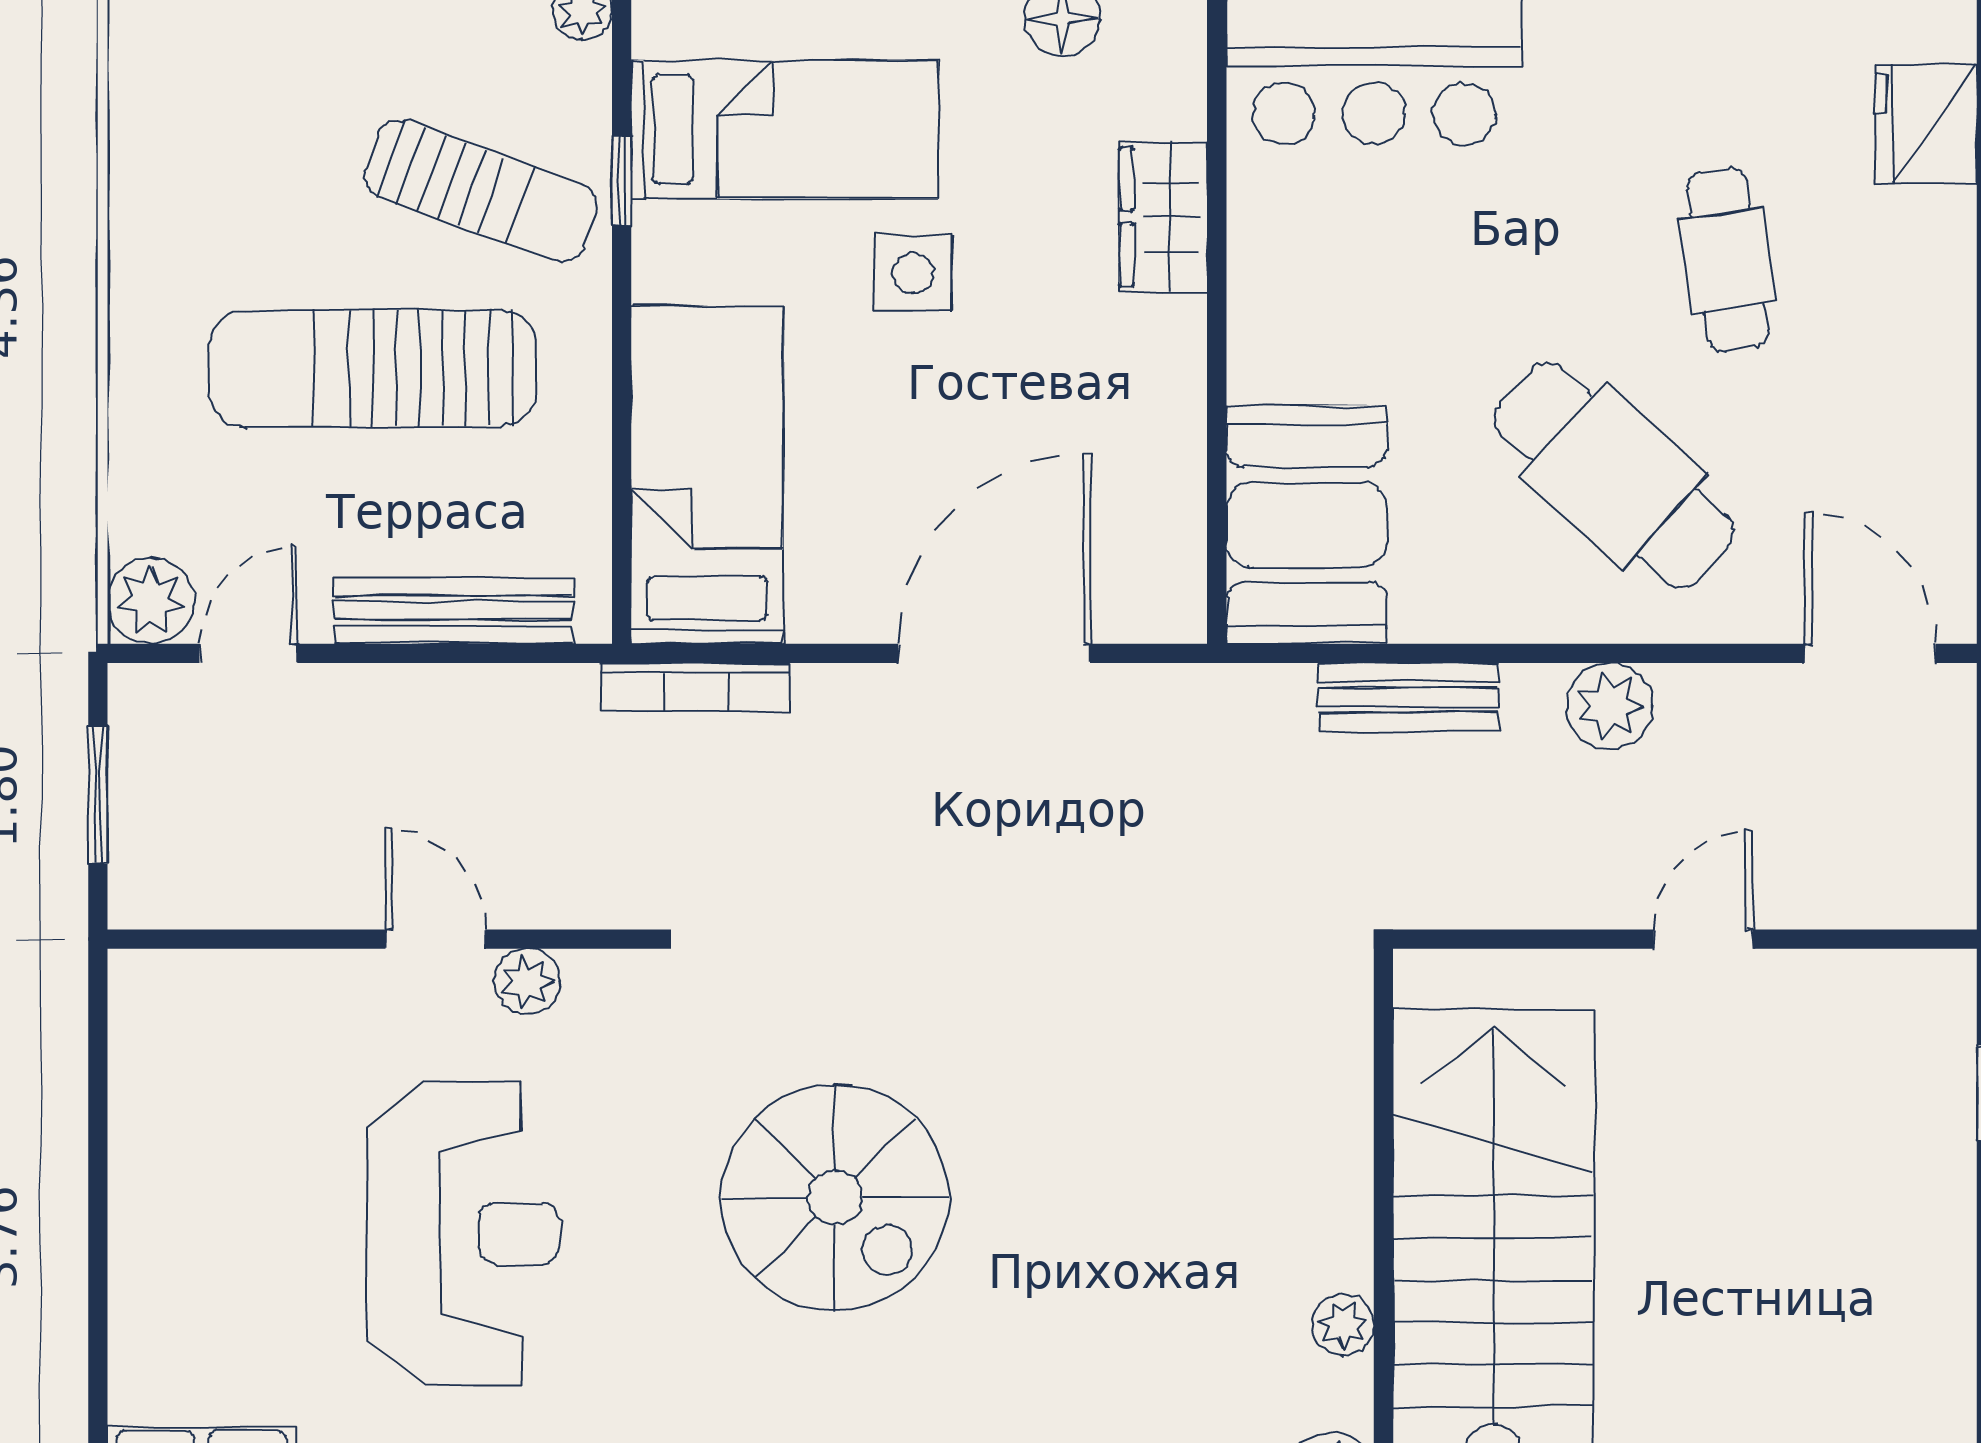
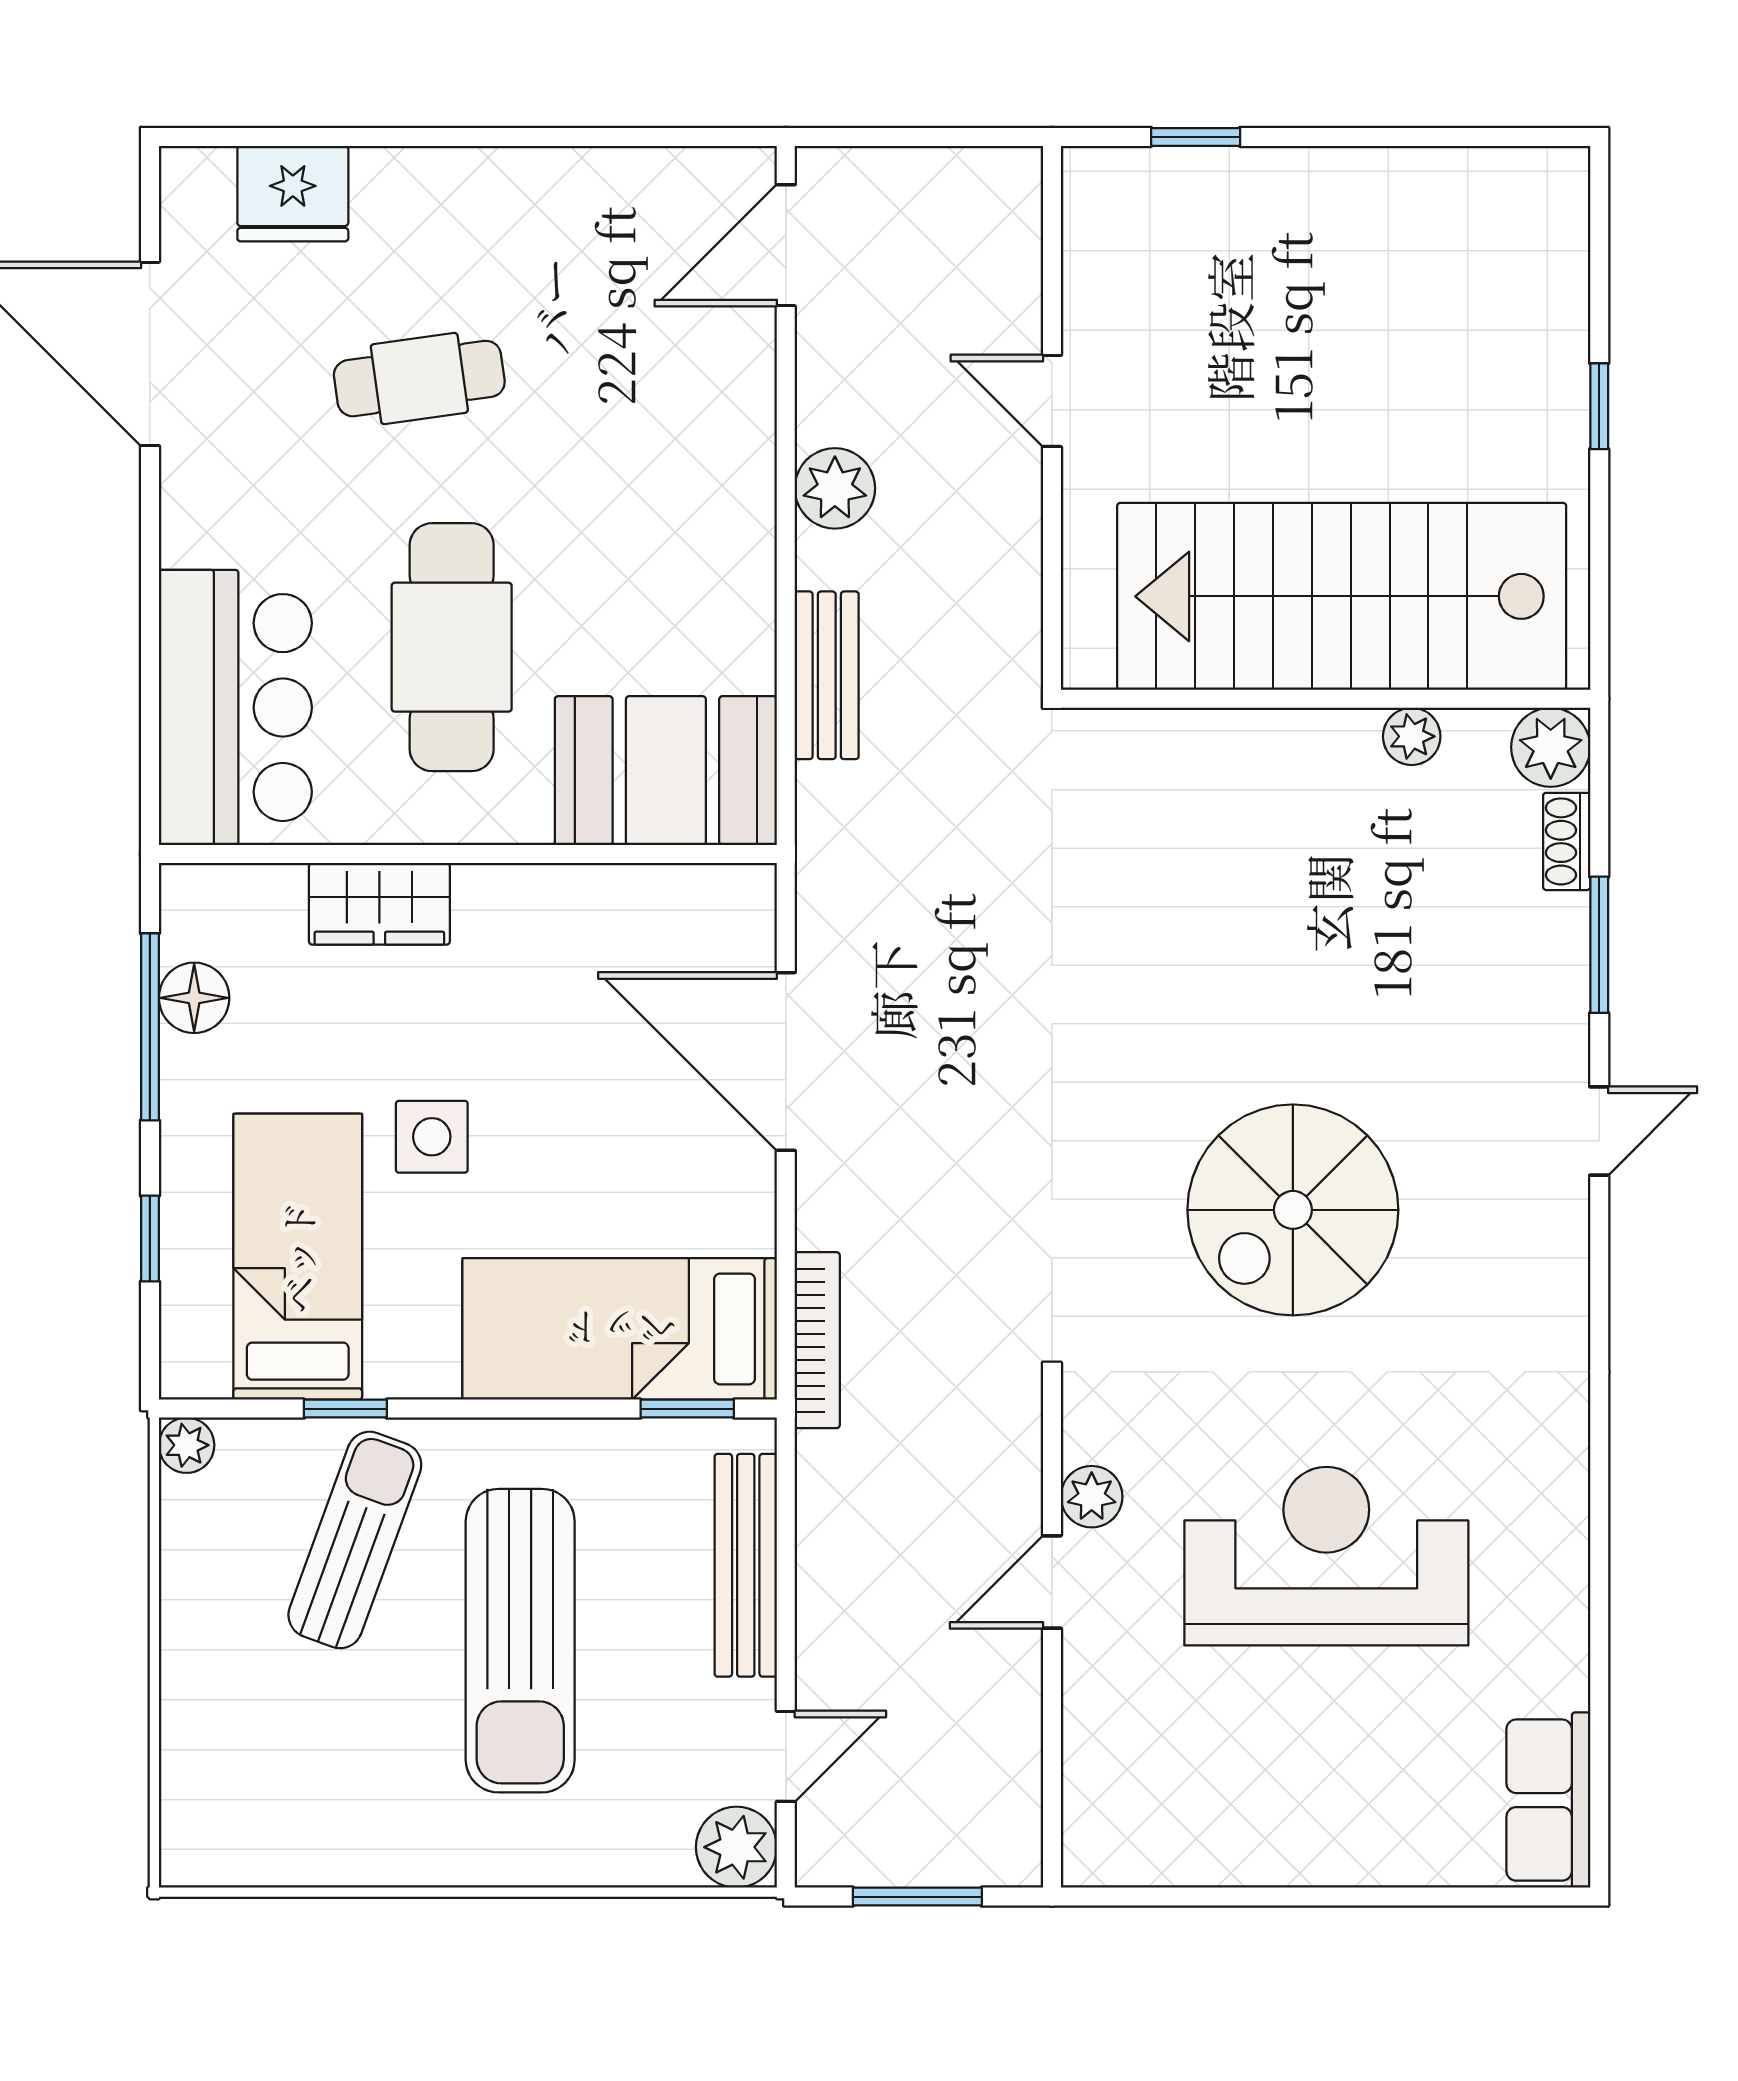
cafe table: (1614, 475) -> (452, 647), moved, turned -42
window: (622, 548) -> (687, 1409), added
door: (248, 653) -> (786, 1756), swing flipped
spiral stairs: (835, 1198) -> (1293, 1210), turned 180

